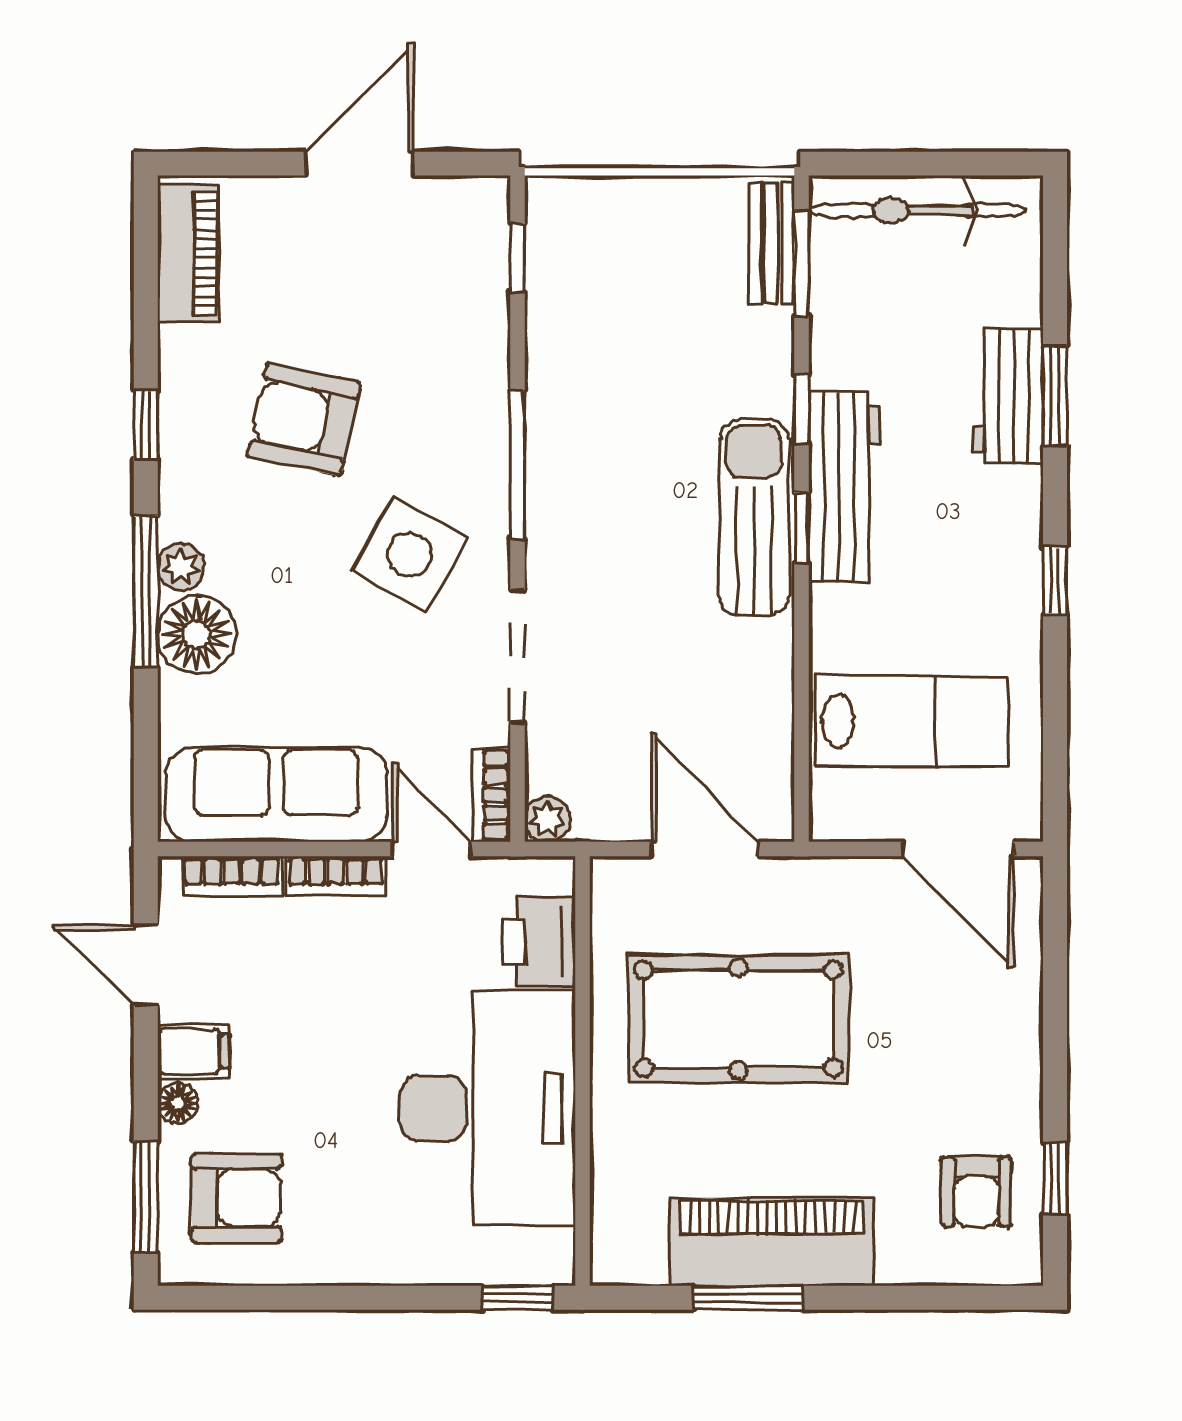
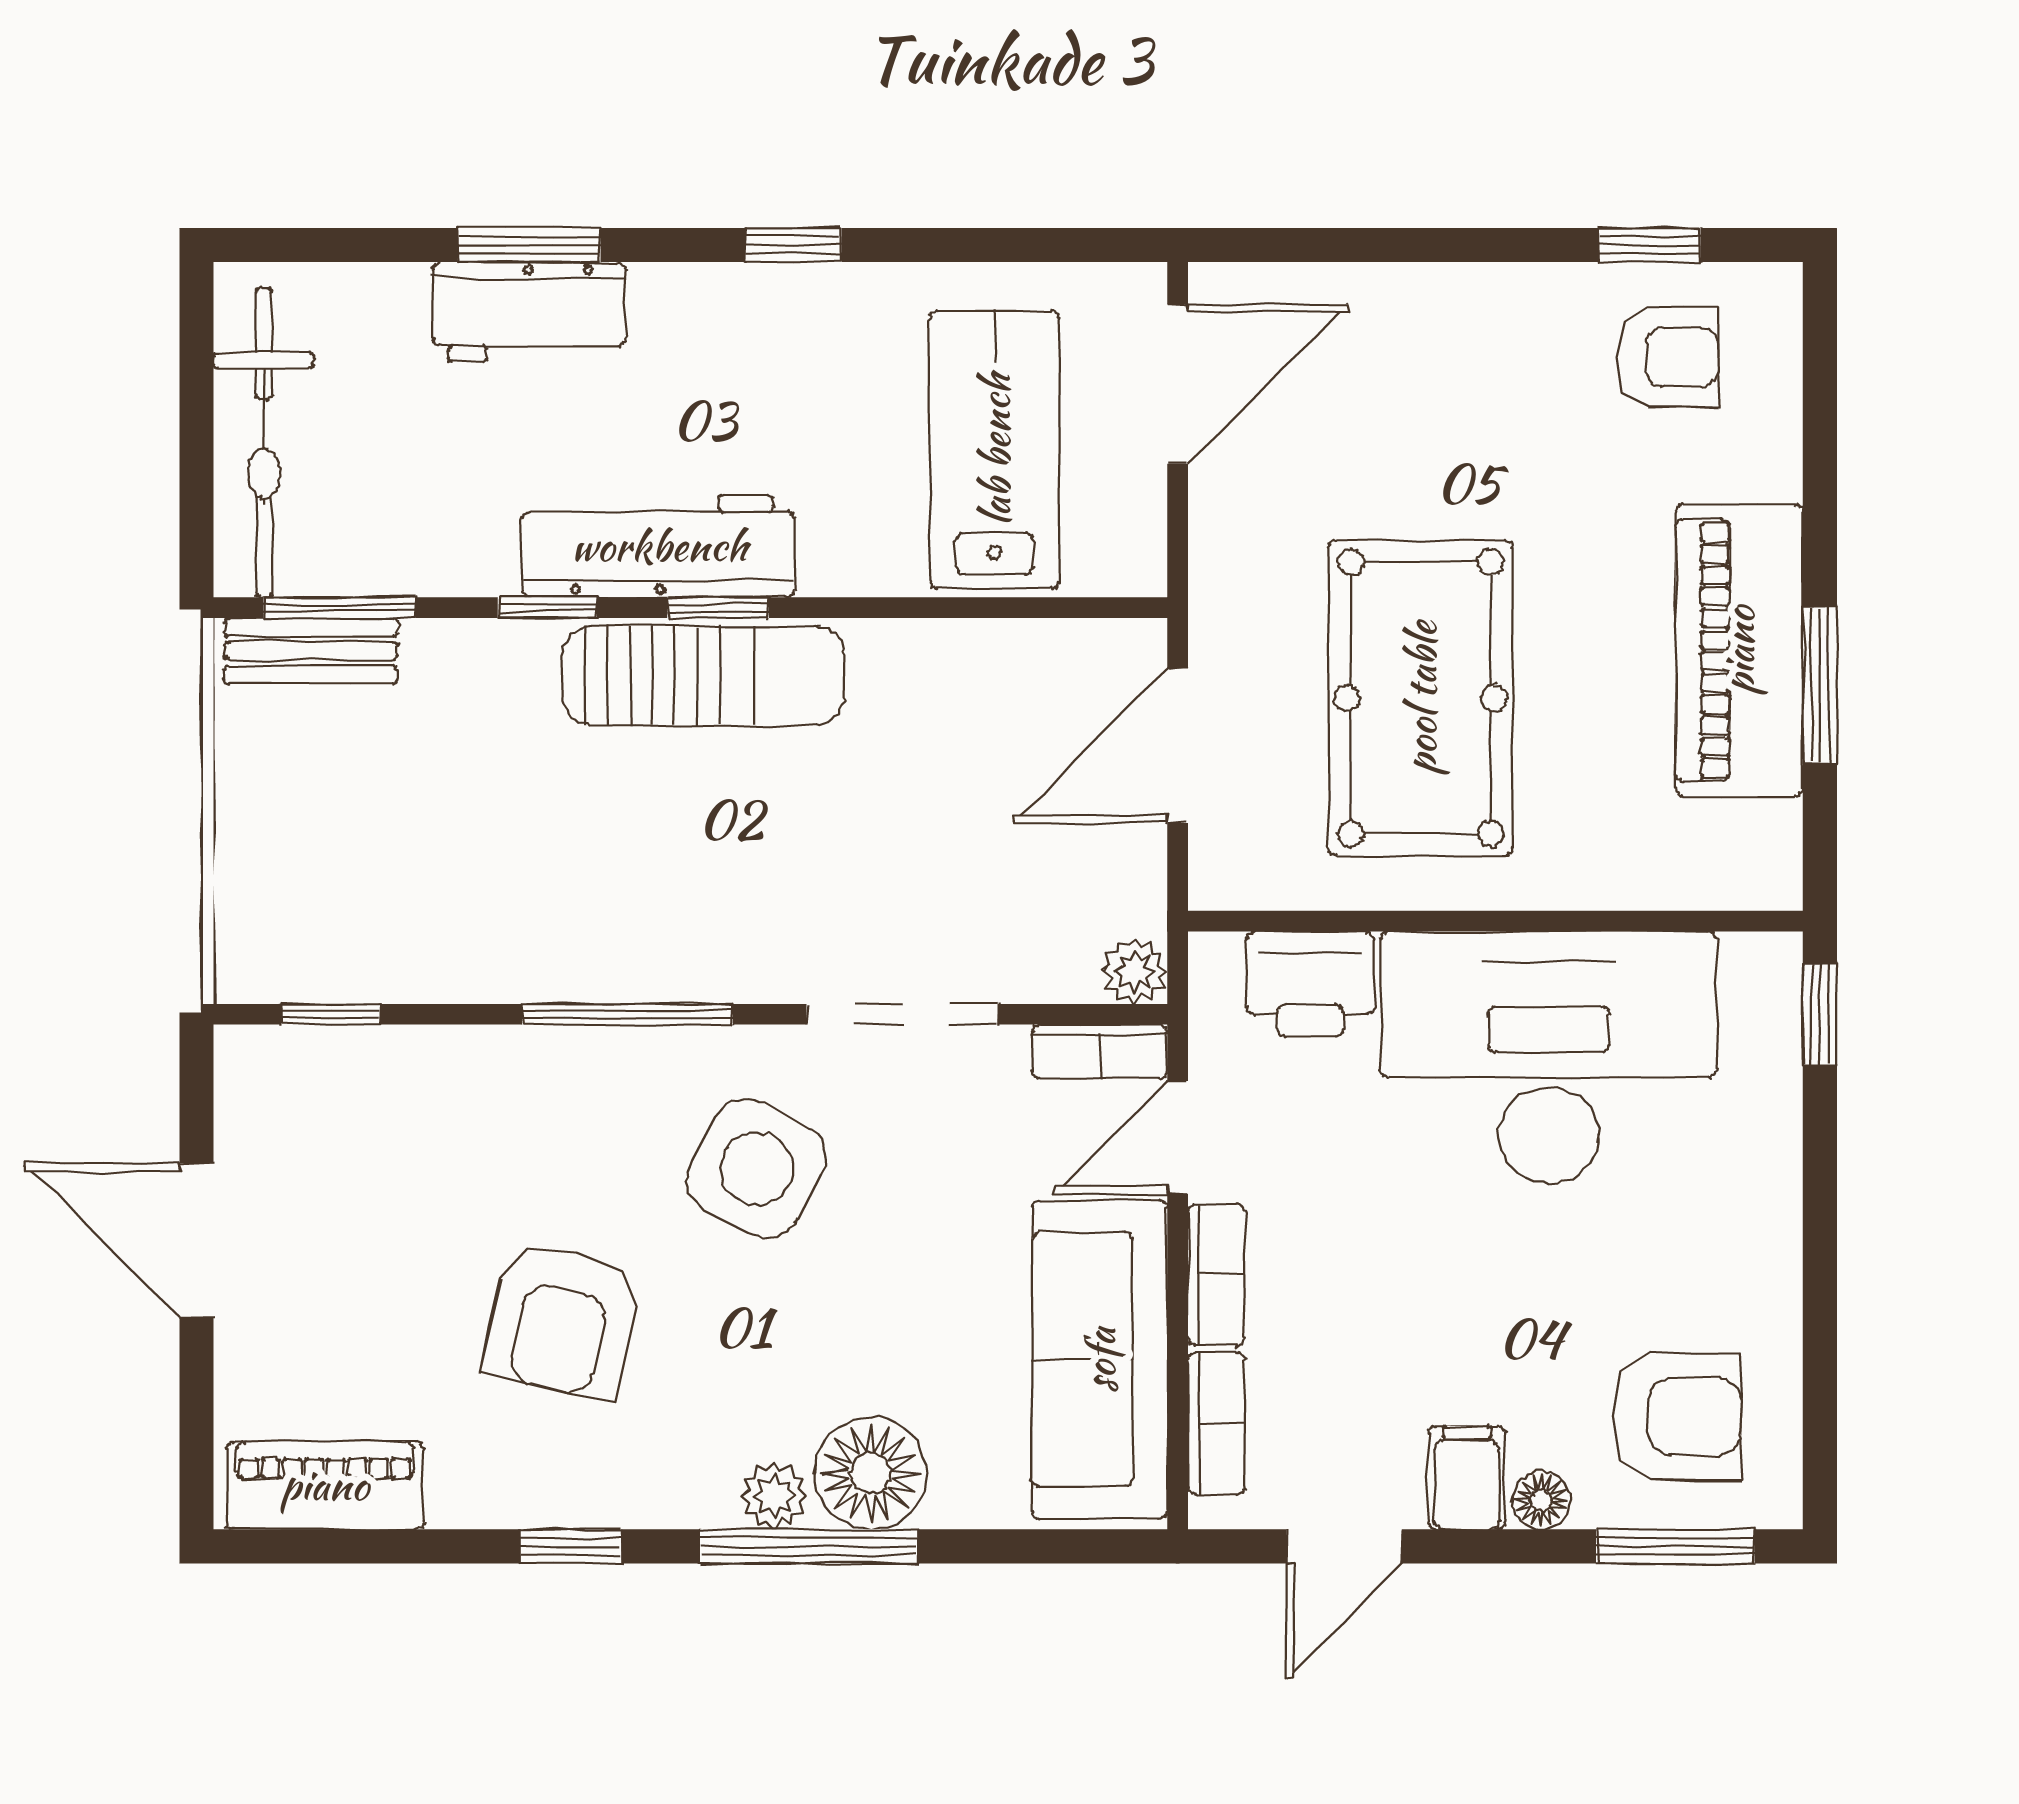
sun lounger: (754, 518) -> (703, 676), turned 180
armchair: (237, 1198) -> (1677, 1416), turned 90

